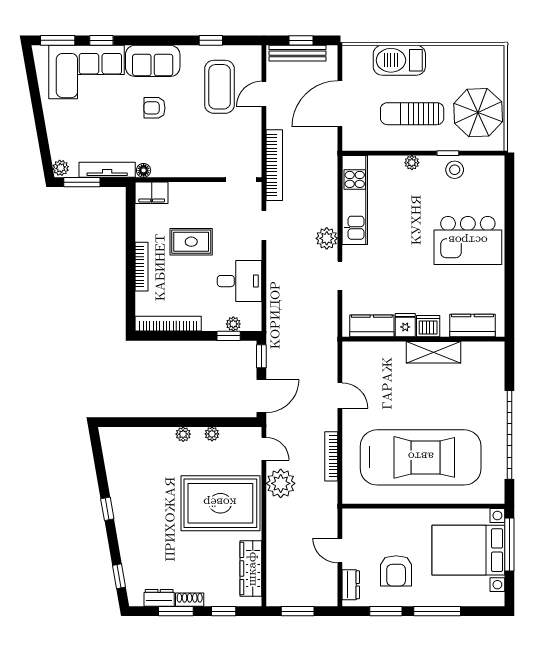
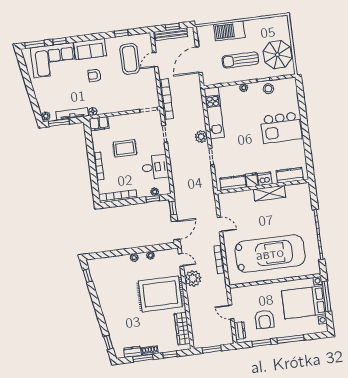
window: (107, 509) -> (88, 275), moved

